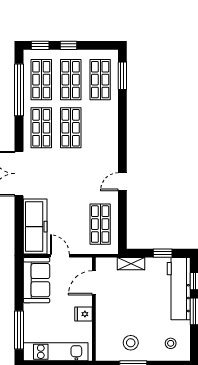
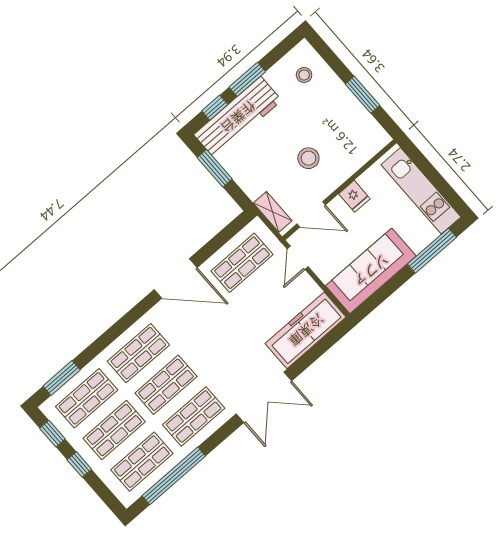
window: (40, 45) -> (52, 434), moved
shop shelf: (100, 128) -> (138, 353), added
door: (122, 182) -> (176, 279), width x1.88
window: (163, 253) -> (215, 168), width x1.50
door: (60, 256) -> (298, 258), moved
shelving: (131, 264) -> (273, 212), moved
sofa: (36, 280) -> (371, 271), width x1.36
stool: (131, 343) -> (308, 158), moved

